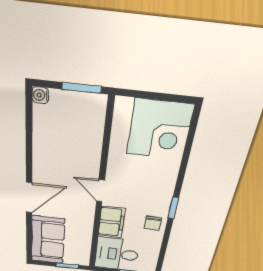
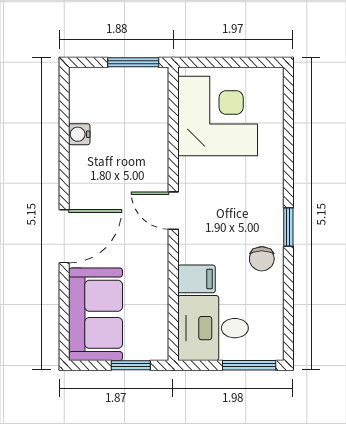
water cooler: (40, 95) -> (79, 134), moved
corner desk: (159, 130) -> (218, 116), moved, turned -90
filing cabinet: (111, 222) -> (196, 279), width x0.50

